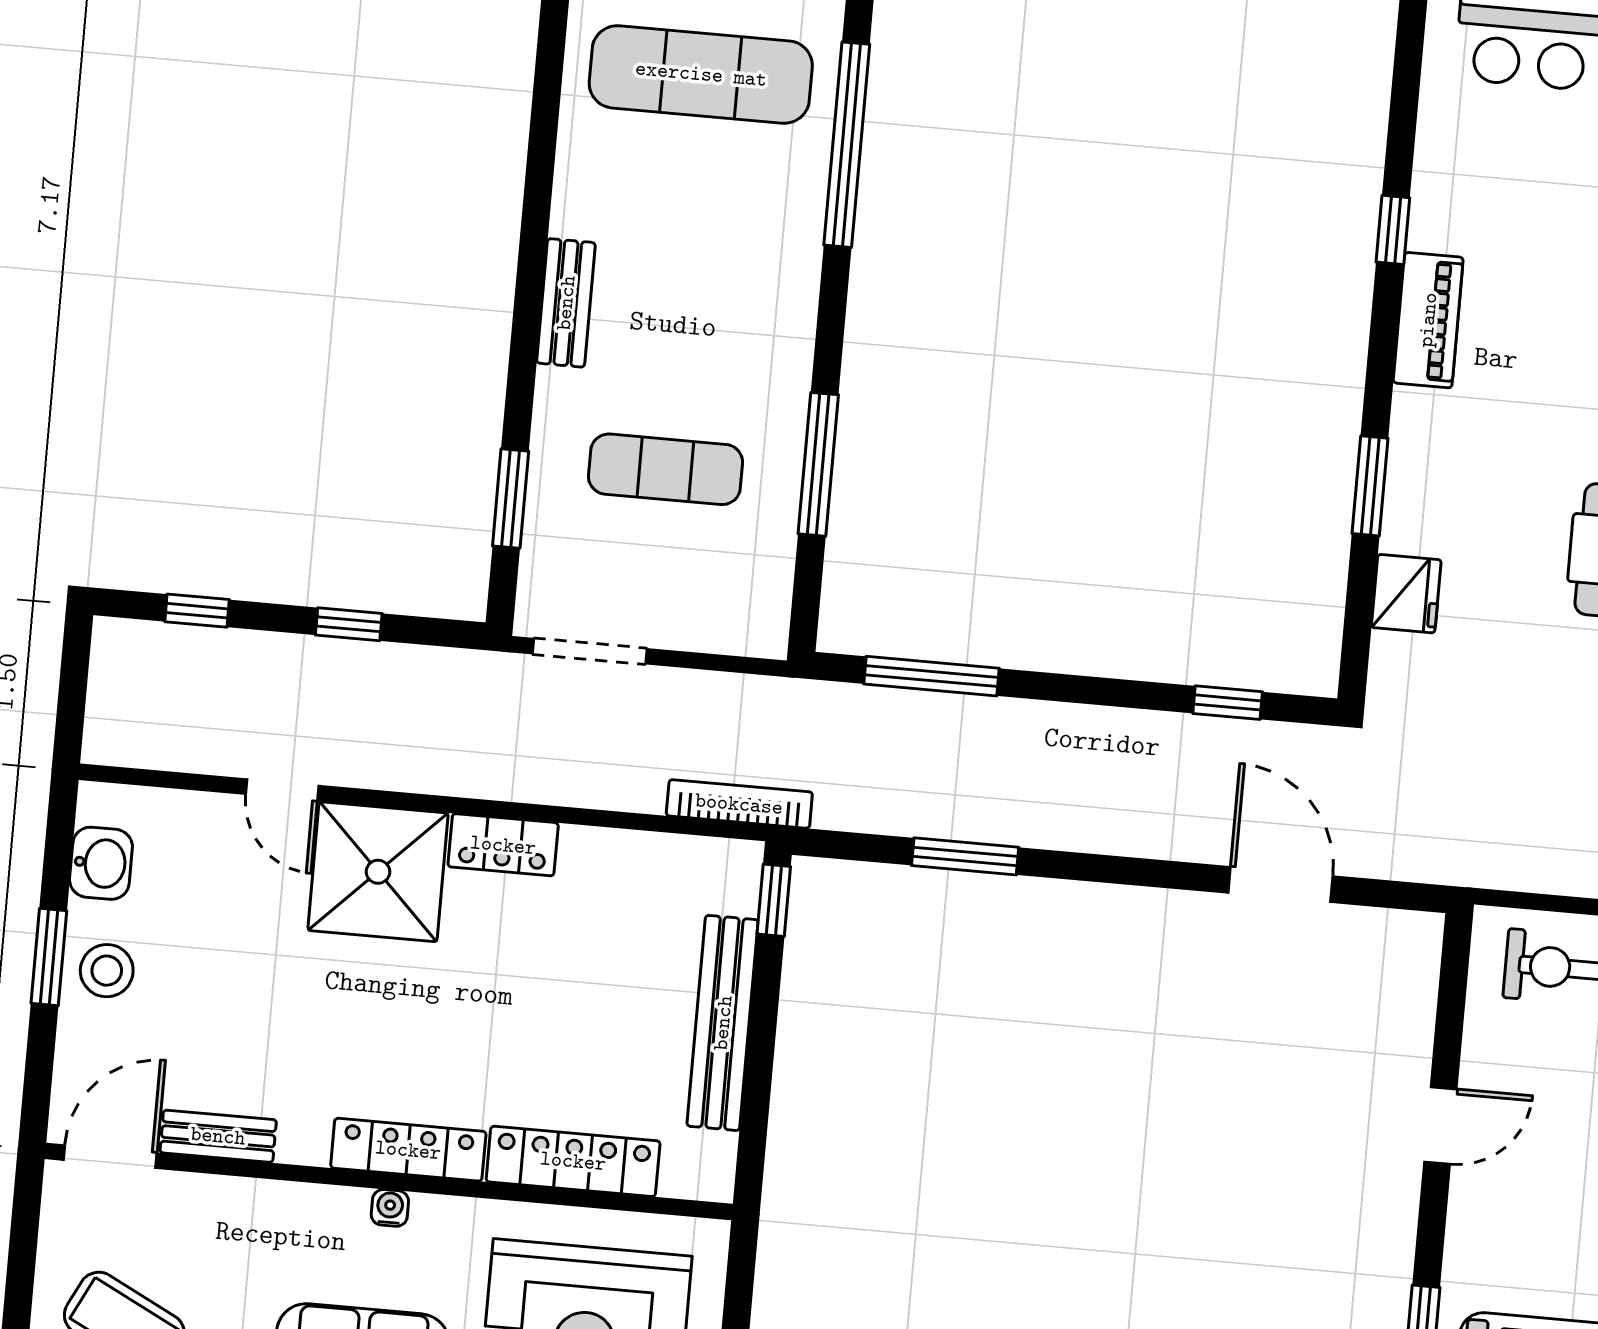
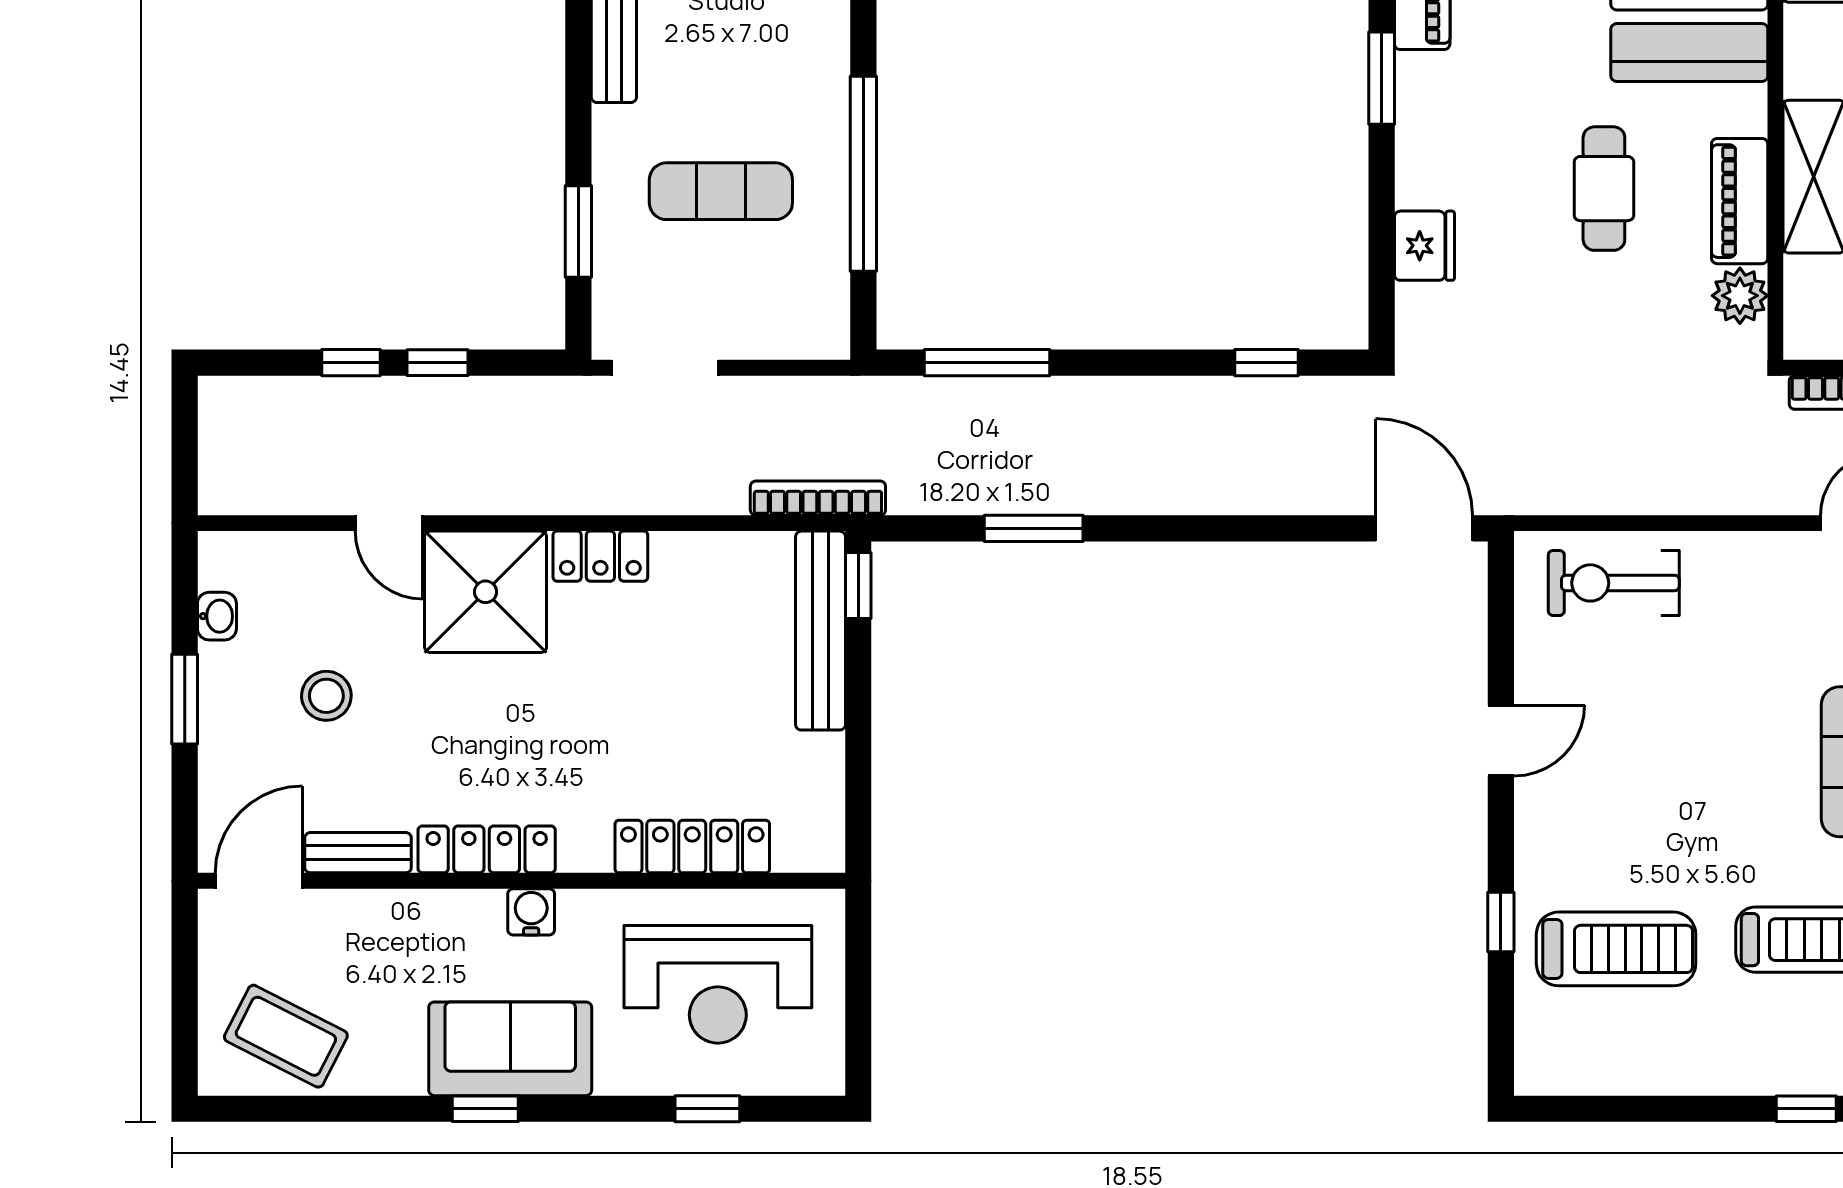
window: (818, 464) -> (863, 174), width x1.46
window: (1370, 486) -> (1382, 78), moved
window: (197, 611) -> (351, 363), moved
washbasin: (101, 863) -> (217, 616), width x0.72, depth x0.69
door: (1281, 885) -> (1424, 528), moved
stool: (107, 971) -> (326, 696), moved
bench: (723, 1023) -> (821, 631), moved
locker: (408, 1150) -> (487, 849), moved
water cooler: (390, 1208) -> (531, 912), width x1.38, depth x1.38

